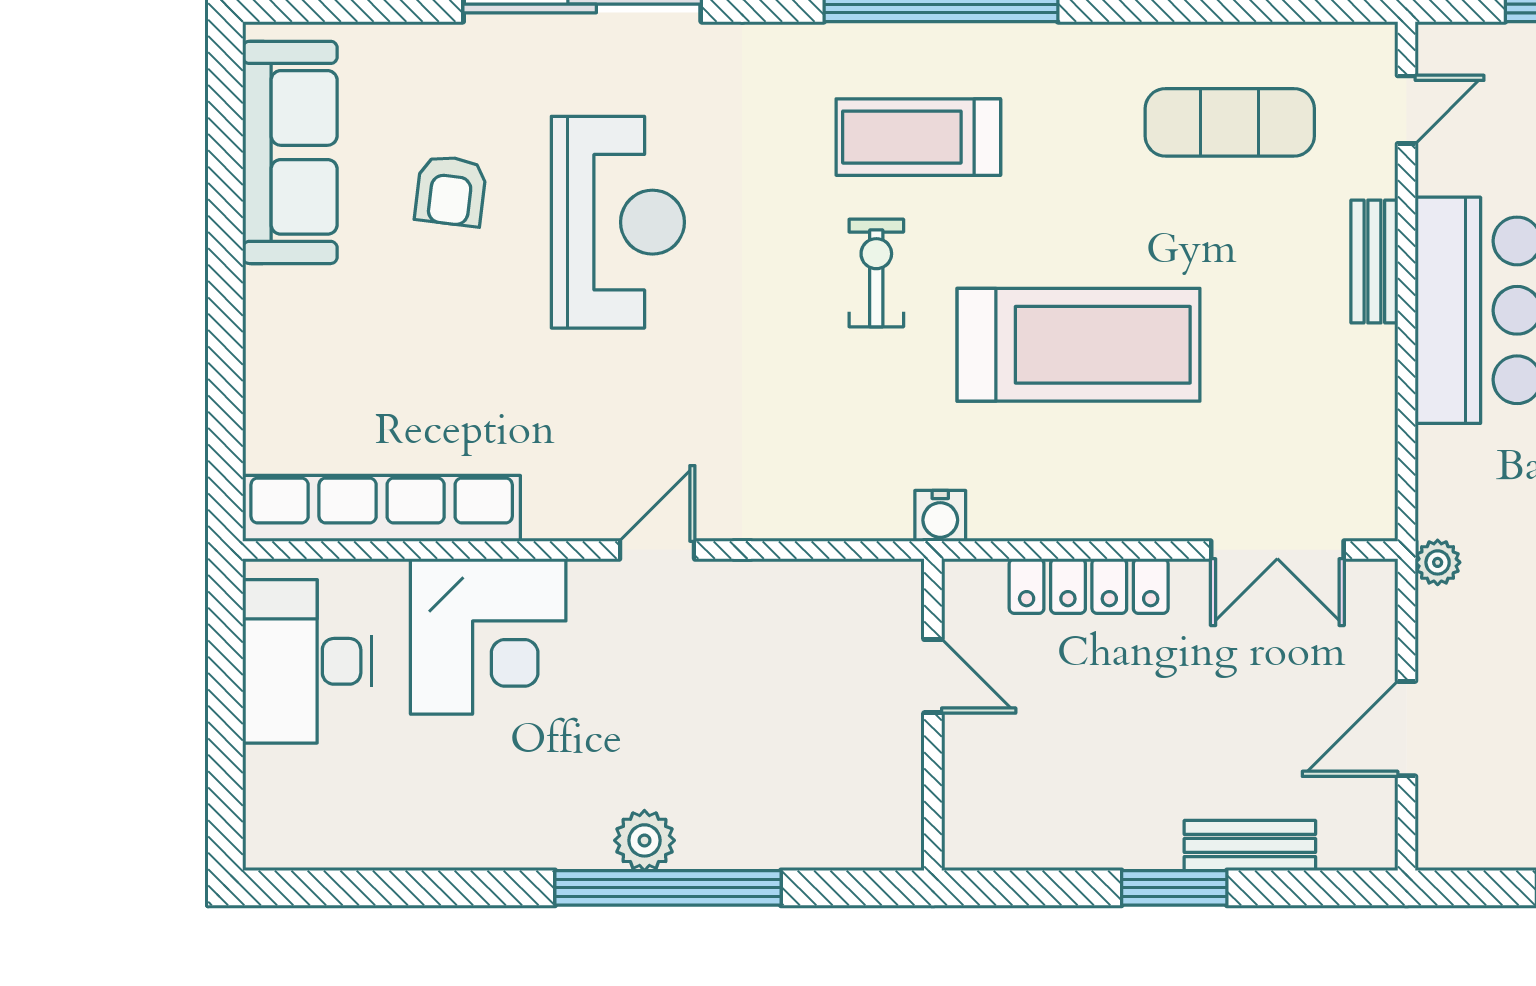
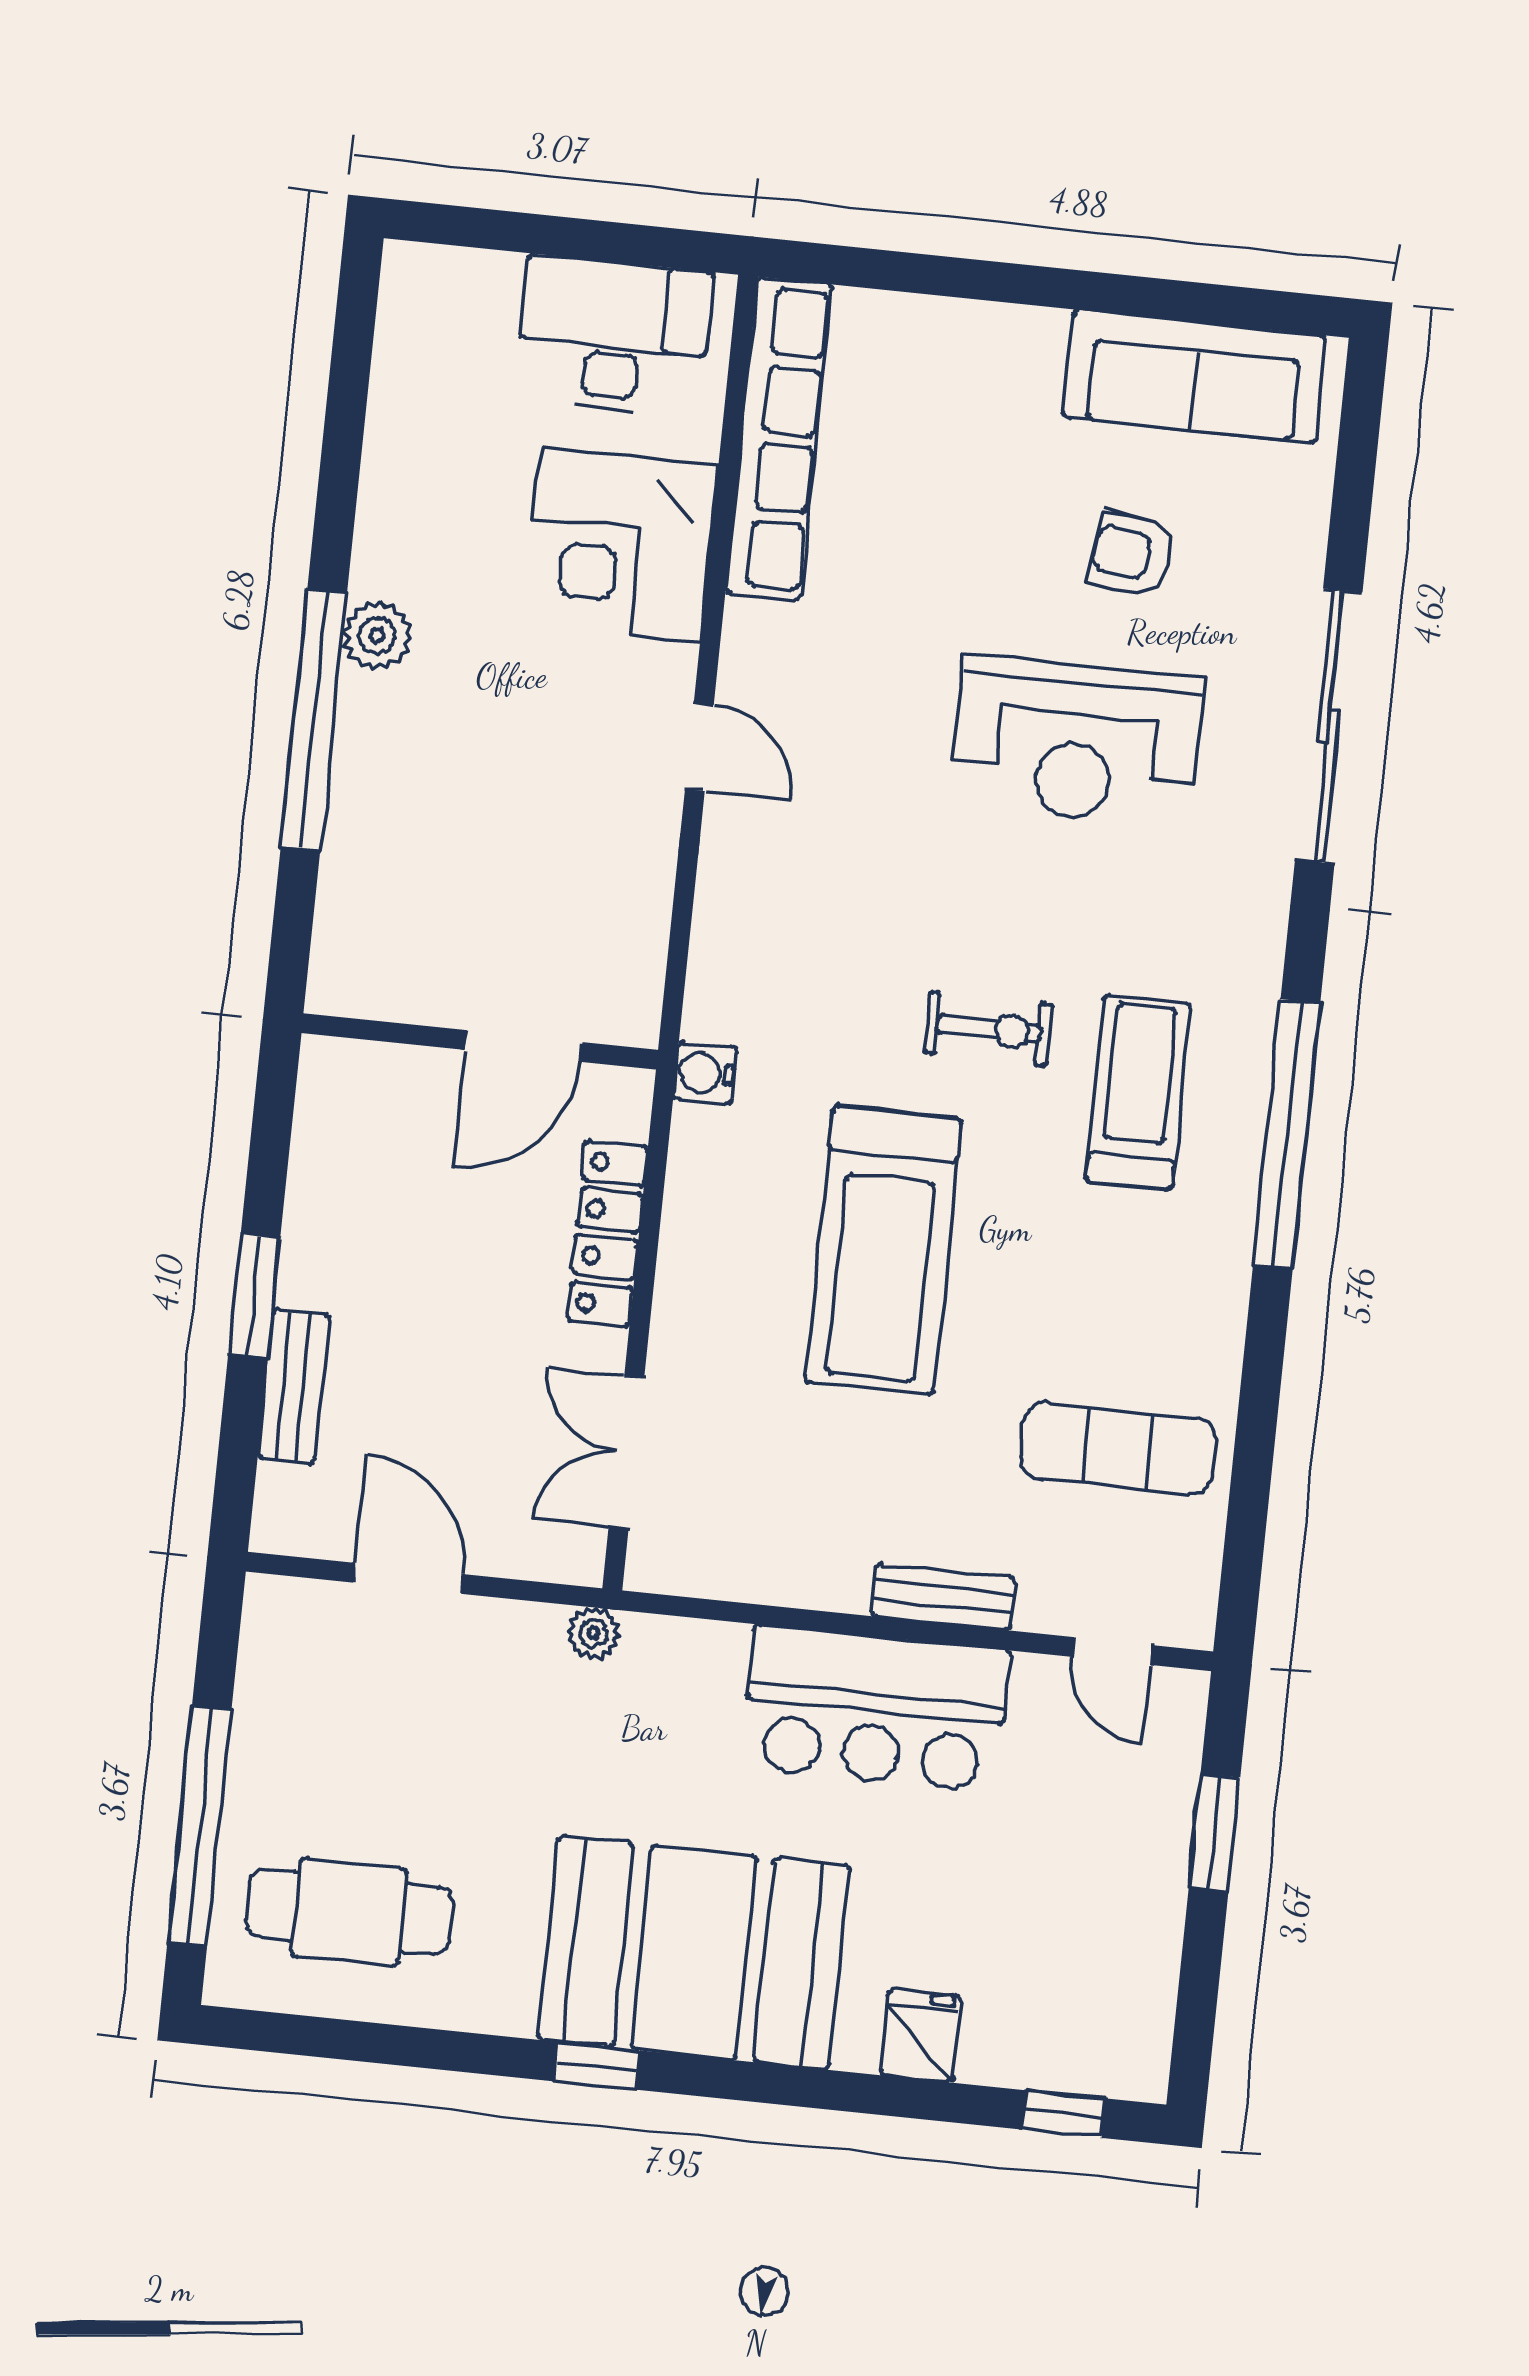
exercise mat: (1230, 122) -> (1118, 1449), turned 90
door: (933, 676) -> (524, 1046), width x1.38
plant: (644, 840) -> (377, 635), moved

